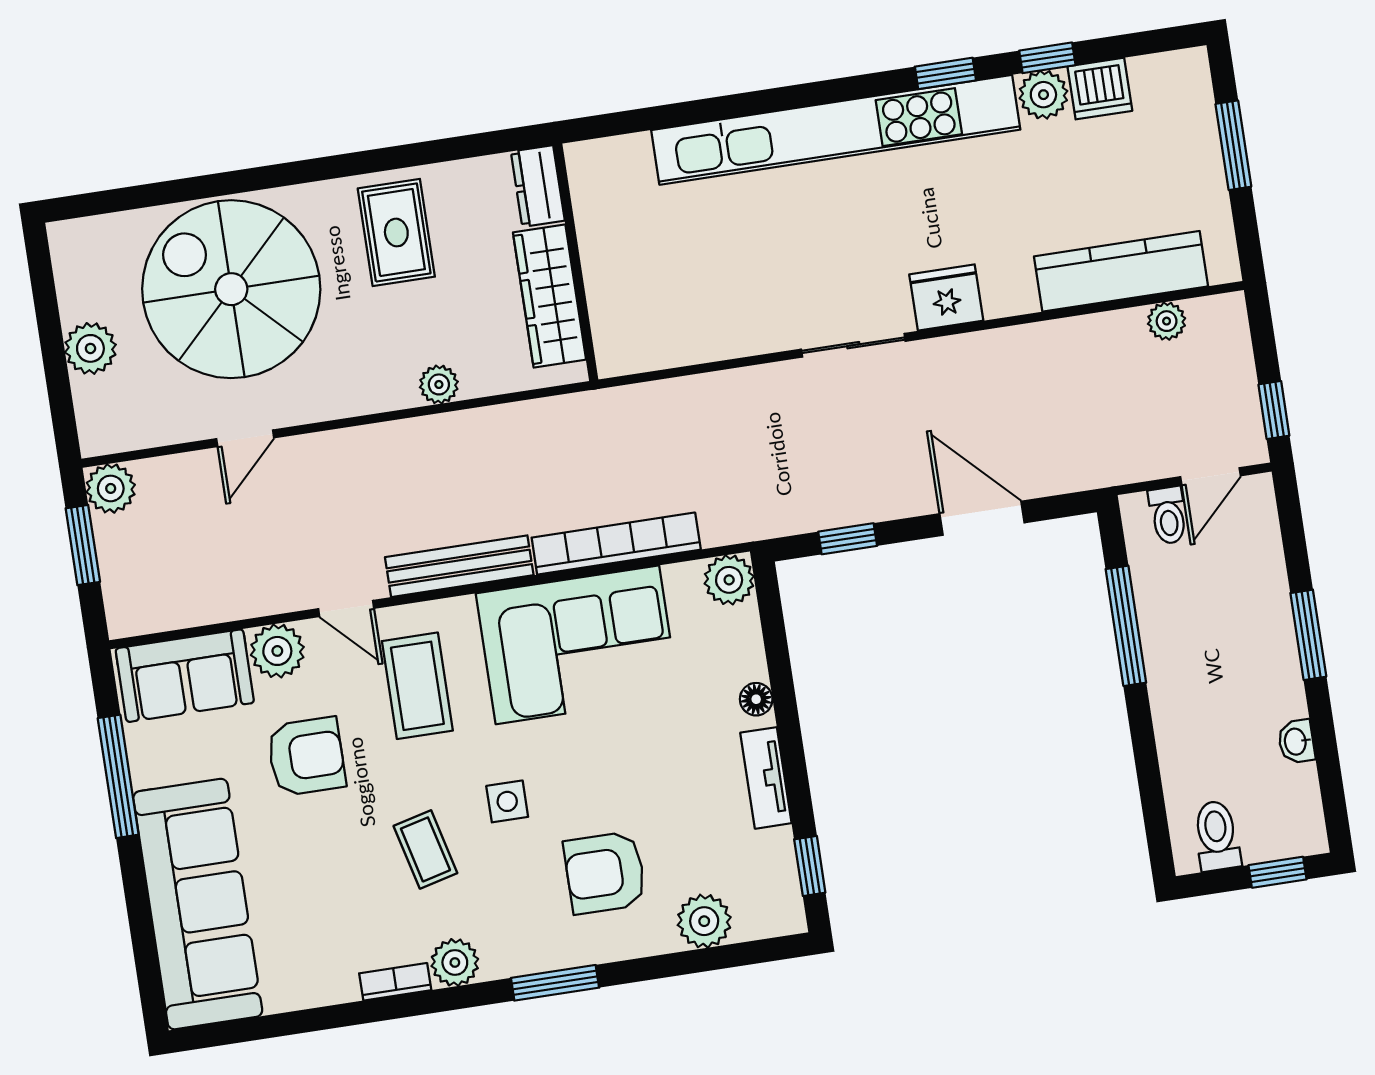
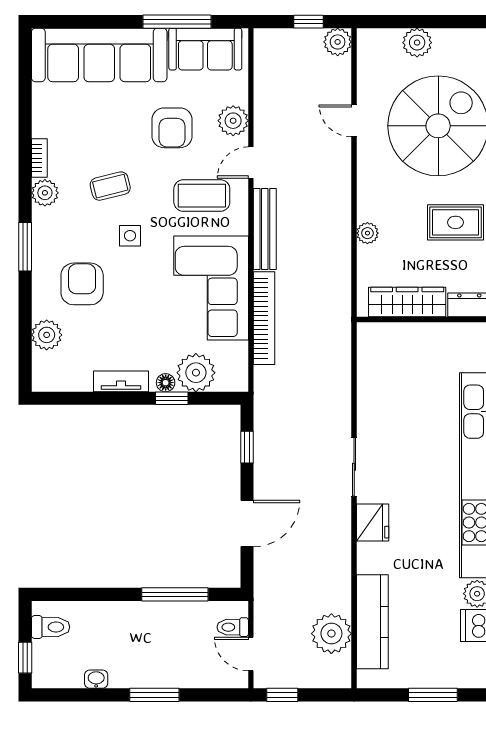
plant: (1167, 321) -> (331, 634), width x1.88, depth x1.88
window: (83, 545) -> (308, 22), width x0.67
plant: (729, 580) -> (196, 373), moved, width x1.36, depth x1.36
sofa: (185, 676) -> (205, 49), moved, turned -90
window: (810, 866) -> (172, 398), moved

